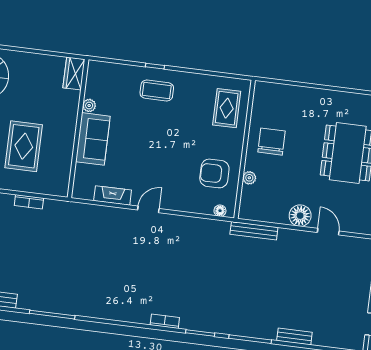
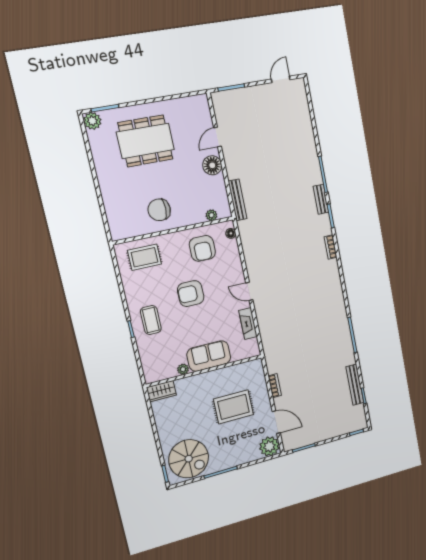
armchair: (170, 143) -> (191, 294), added
plant: (249, 178) -> (211, 215), moved
bench: (294, 336) -> (321, 199), moved

